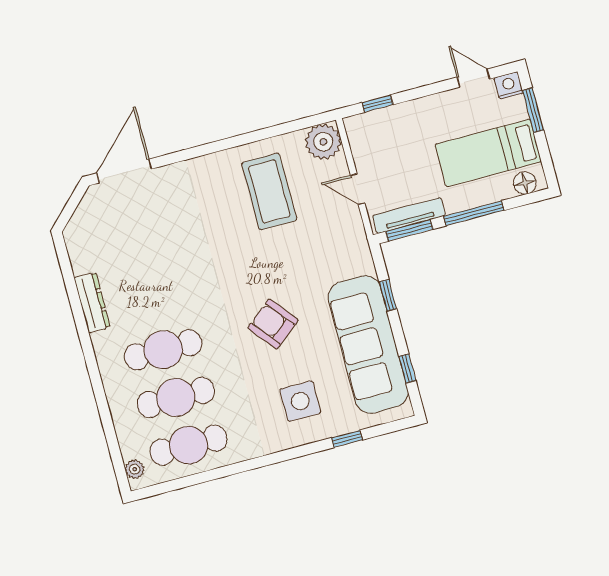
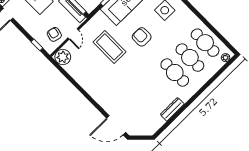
armchair: (379, 151) -> (54, 34), added
coffee table: (269, 192) -> (109, 47), moved, turned 90
armchair: (273, 324) -> (142, 37), turned 129

